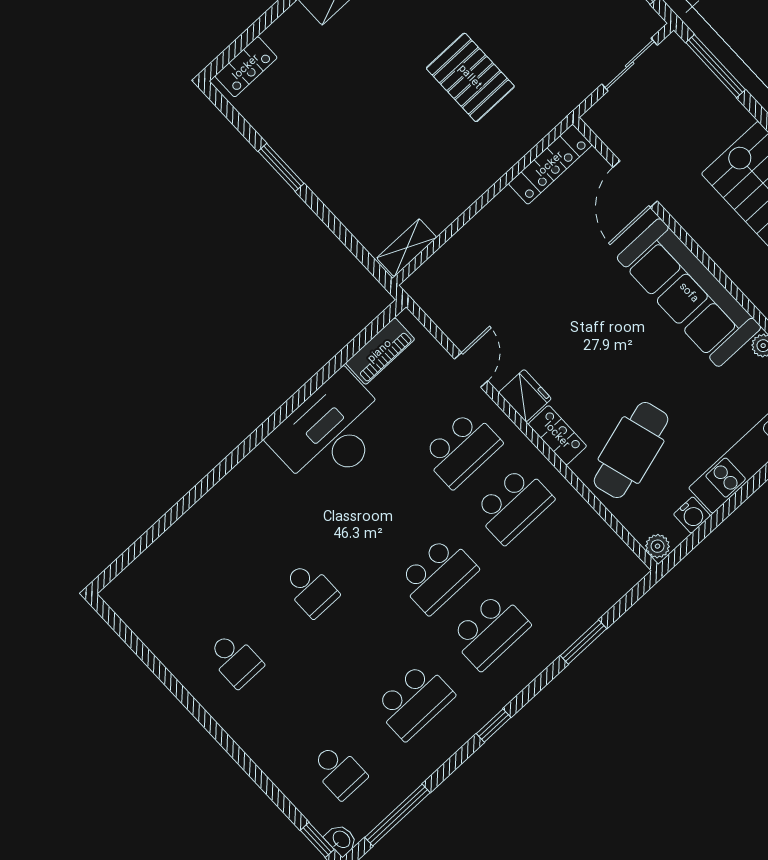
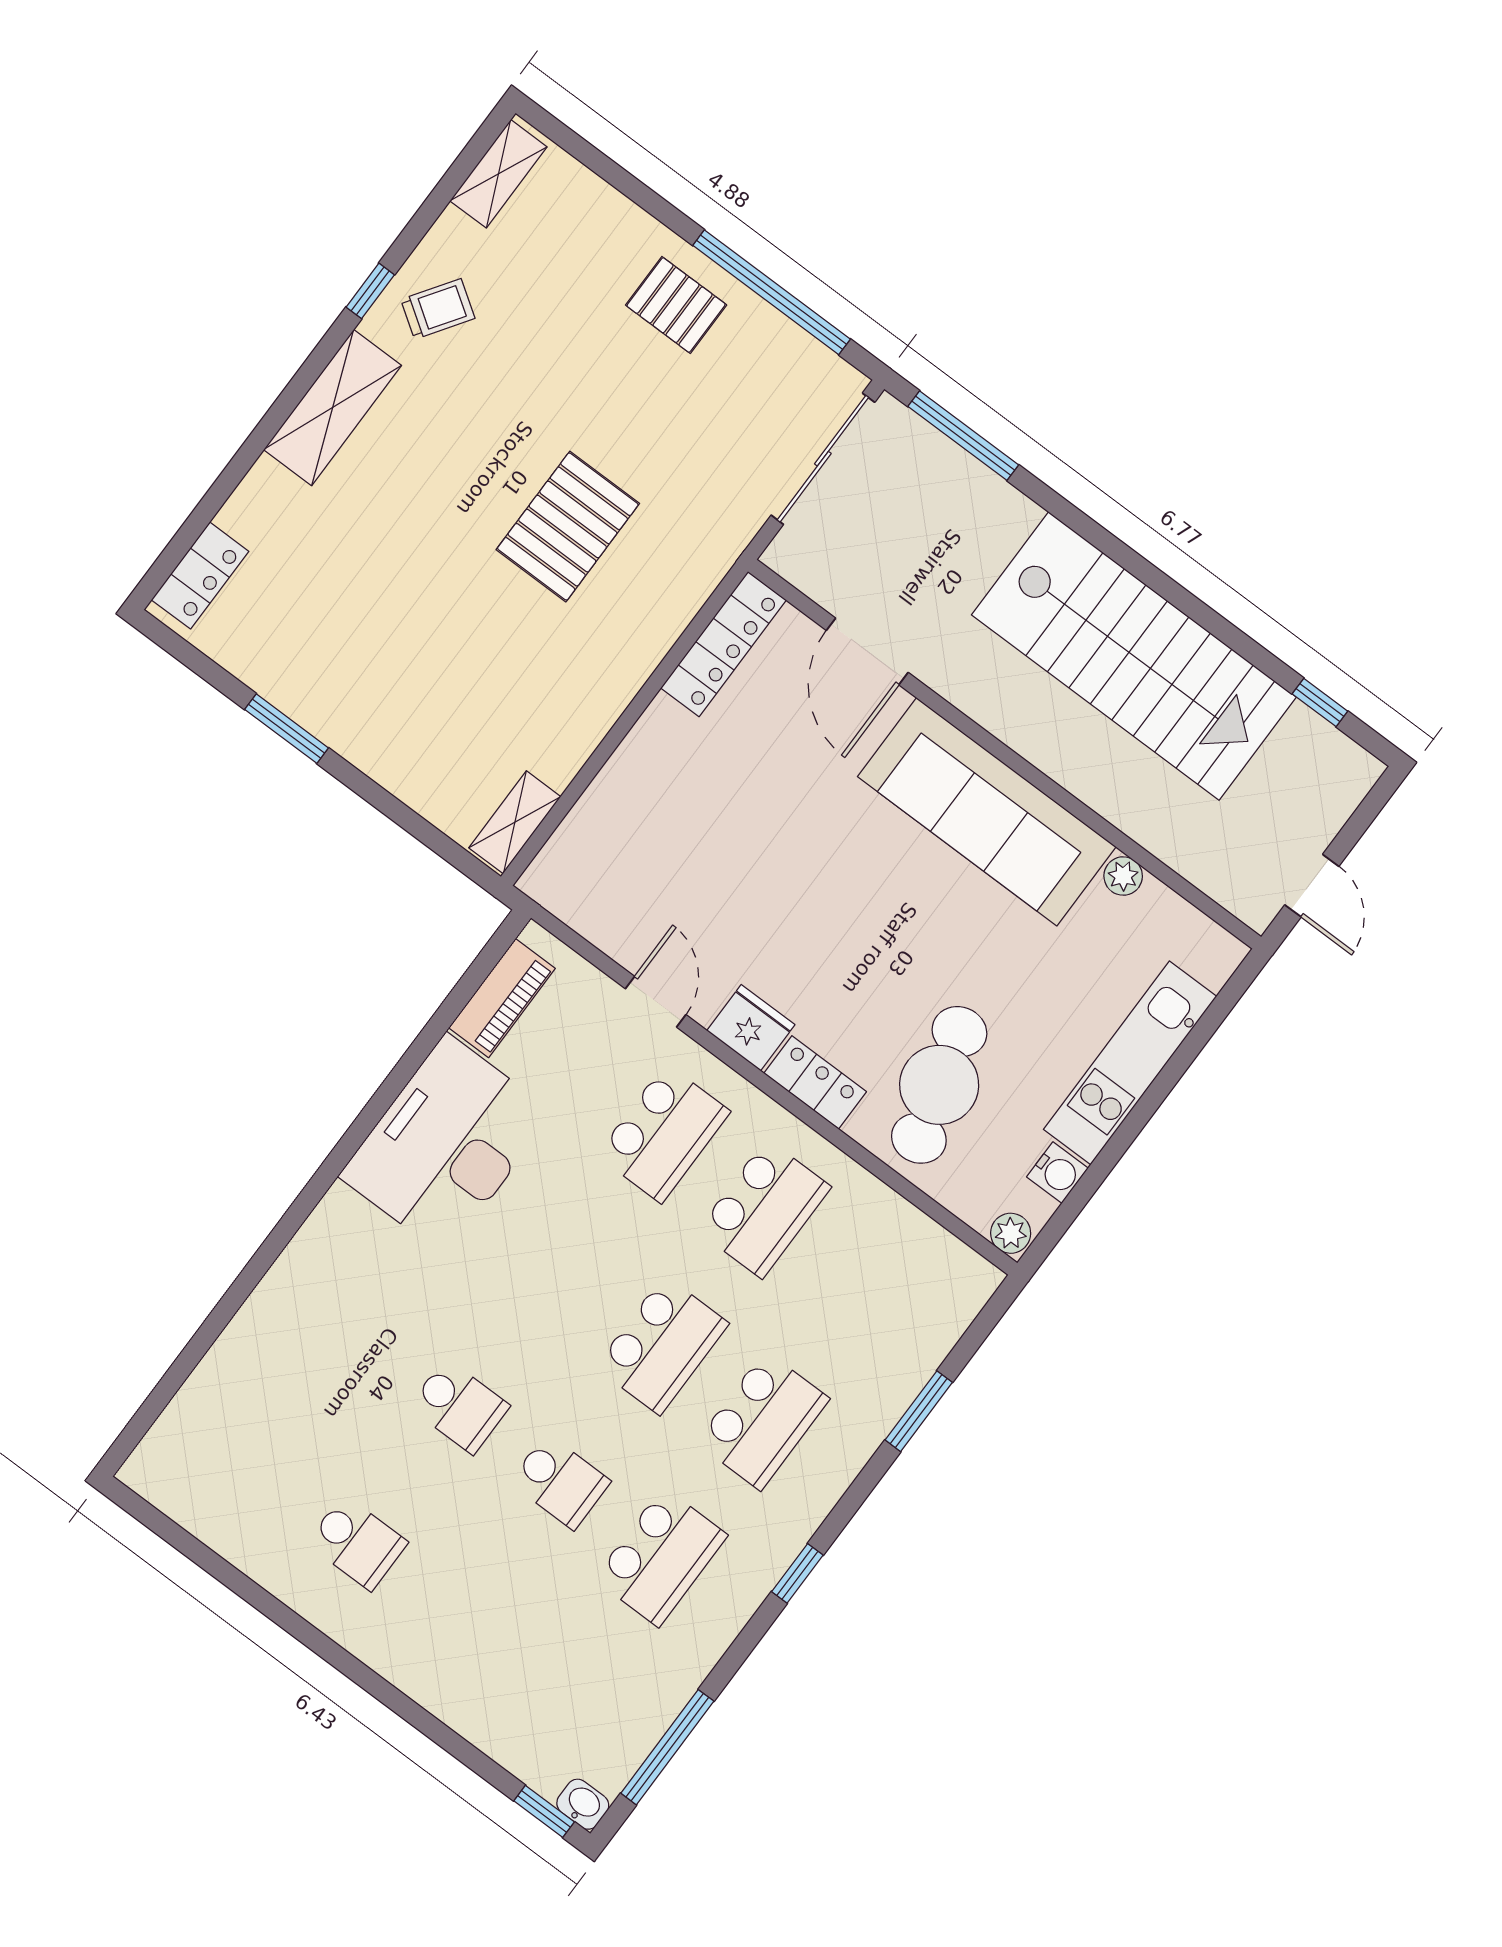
sliding door: (630, 65) -> (823, 459), width x1.37
pallet: (470, 77) -> (568, 527), turned 90
school desk: (339, 771) -> (560, 1482), moved

